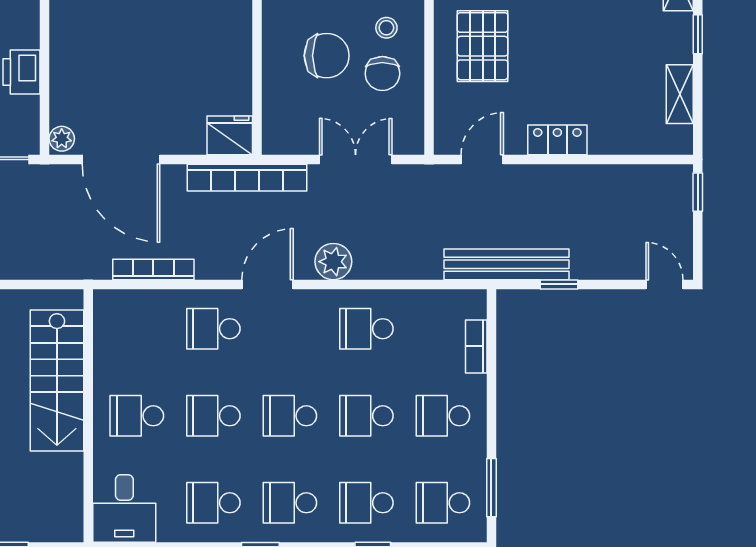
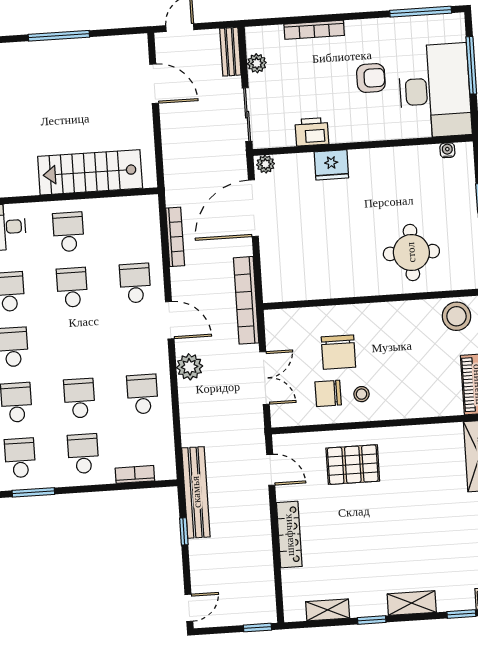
fridge: (230, 135) -> (331, 165), moved, turned 90
locker: (557, 140) -> (289, 535), width x1.53
school desk: (290, 416) -> (76, 343), removed

